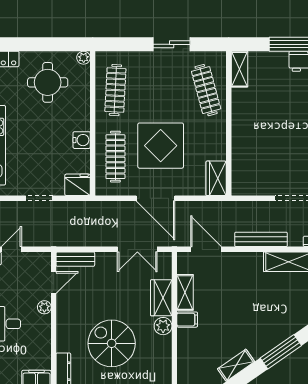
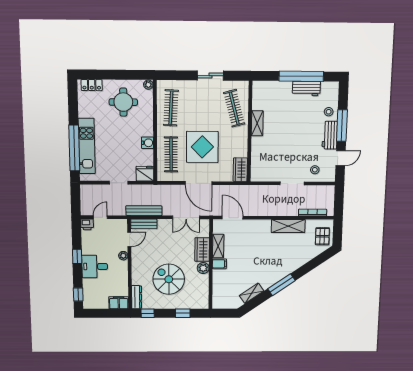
shelving: (239, 69) -> (257, 123), moved
bench: (261, 239) -> (144, 211), moved

